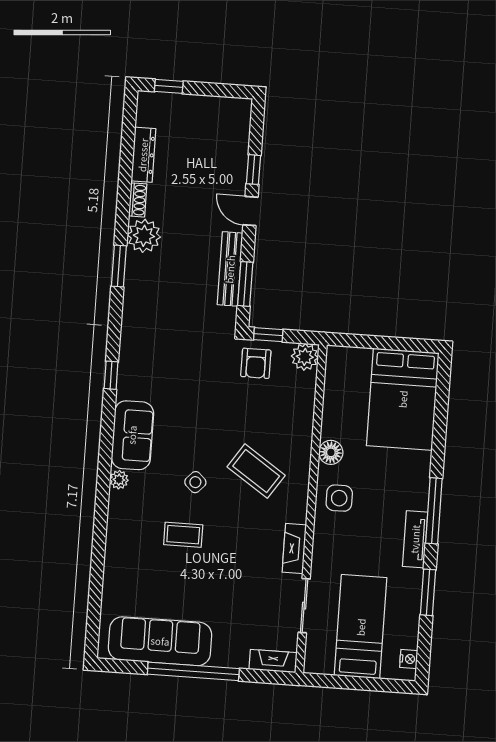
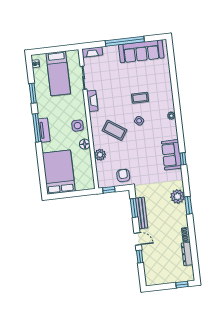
plant: (144, 236) -> (178, 196), moved
window: (268, 335) -> (109, 190), moved
plant: (305, 357) -> (100, 155), moved
sofa: (132, 435) -> (171, 155), moved
tv unit: (415, 539) -> (44, 130), moved

